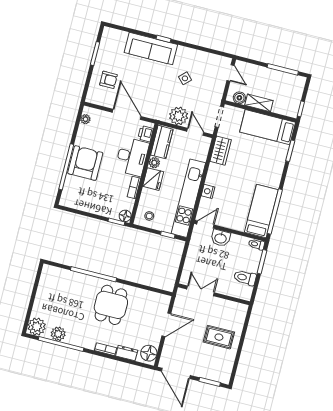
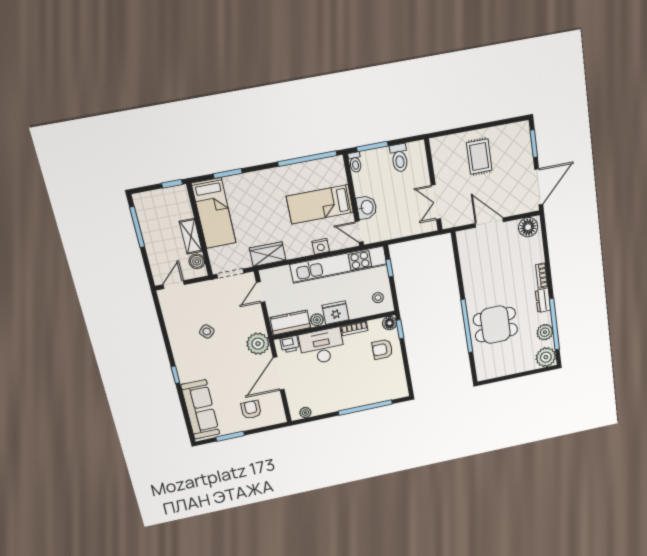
sofa: (151, 49) -> (200, 410), moved
plant: (179, 116) -> (258, 344), moved
armchair: (85, 163) -> (382, 349), moved, width x0.53, depth x0.53
bed: (261, 211) -> (320, 204), moved
dining table: (111, 305) -> (495, 325), moved
dresser: (127, 353) -> (543, 300), moved

